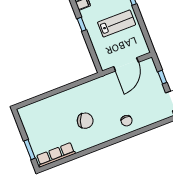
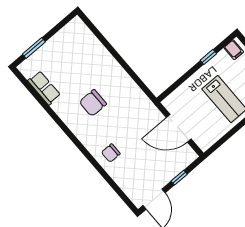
chair: (85, 121) -> (93, 103), turned 70
row of seats: (56, 155) -> (44, 88), width x0.68

